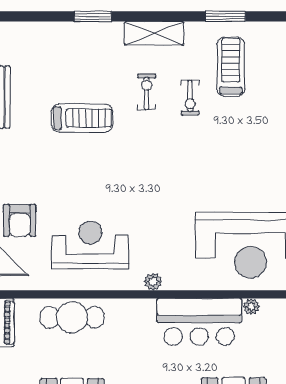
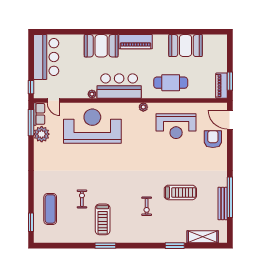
shelving: (154, 33) -> (203, 237), moved
exercise bike: (190, 98) -> (82, 199), moved
treadmill: (82, 118) -> (180, 192), turned 180
cafe table: (72, 317) -> (171, 83), moved

